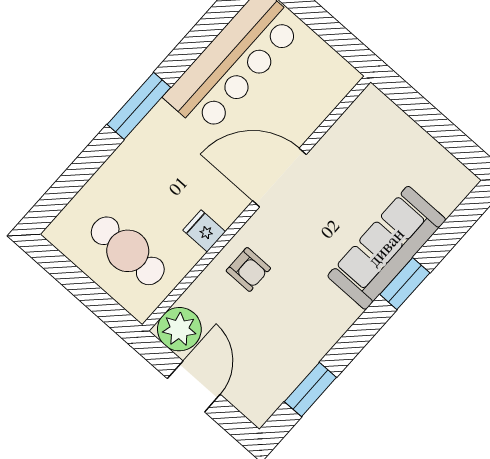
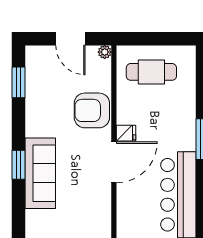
fridge: (204, 231) -> (126, 133), moved
armchair: (248, 269) -> (92, 110), width x1.88, depth x1.88
plant: (179, 329) -> (105, 52), width x0.53, depth x0.53

